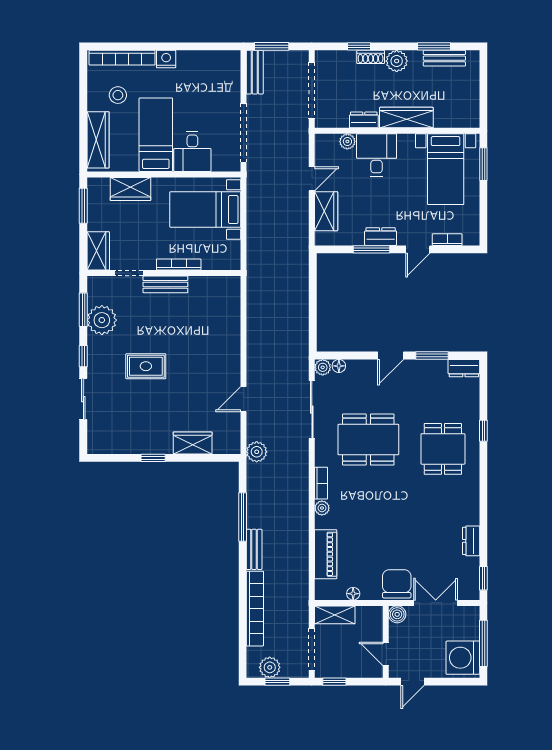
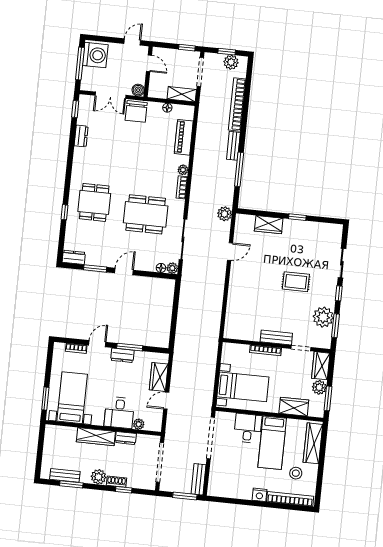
plant: (97, 220) -> (319, 387), added

